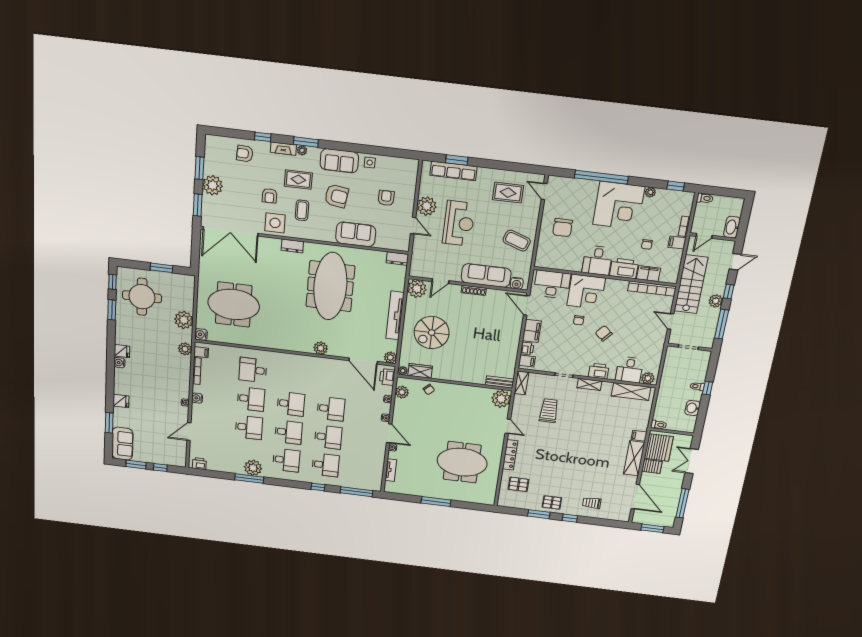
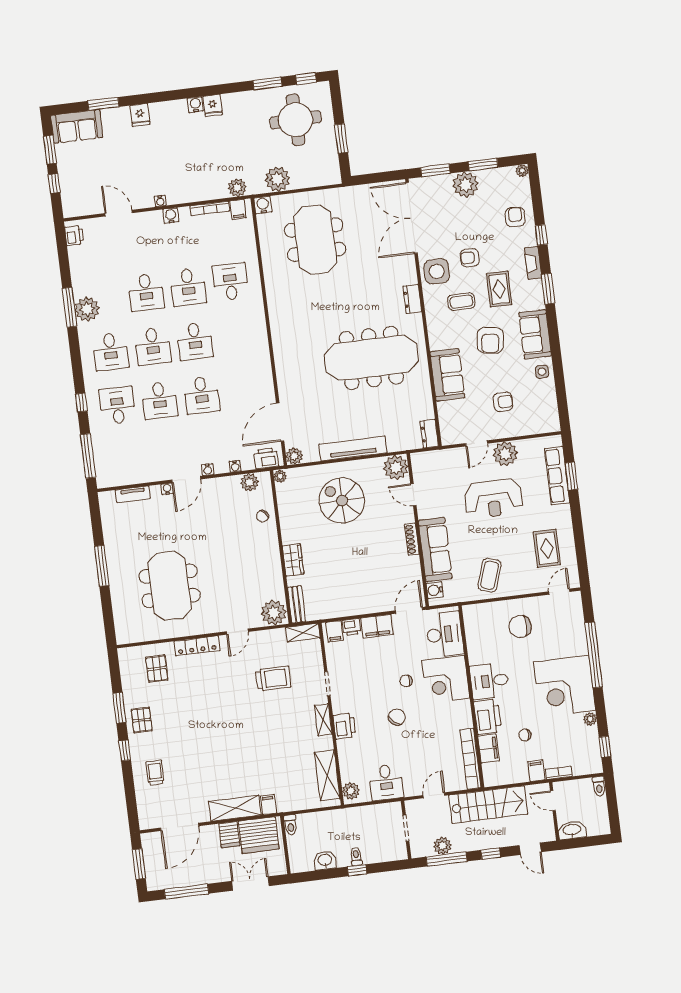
plant: (302, 150) -> (522, 171), moved
plant: (716, 301) -> (442, 846), moved
plant: (321, 348) -> (284, 363), removed
desk: (629, 370) -> (386, 782), moved, turned -90
wardrobe: (420, 371) -> (293, 560), moved
desk: (325, 465) -> (117, 406), turned 180

